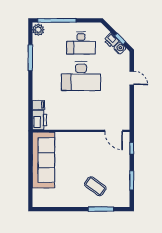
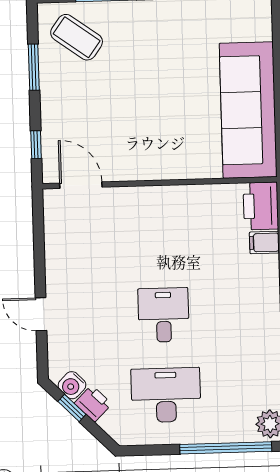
desk: (81, 76) -> (164, 315), width x0.53, depth x0.77
coffee table: (95, 186) -> (77, 37), moved

